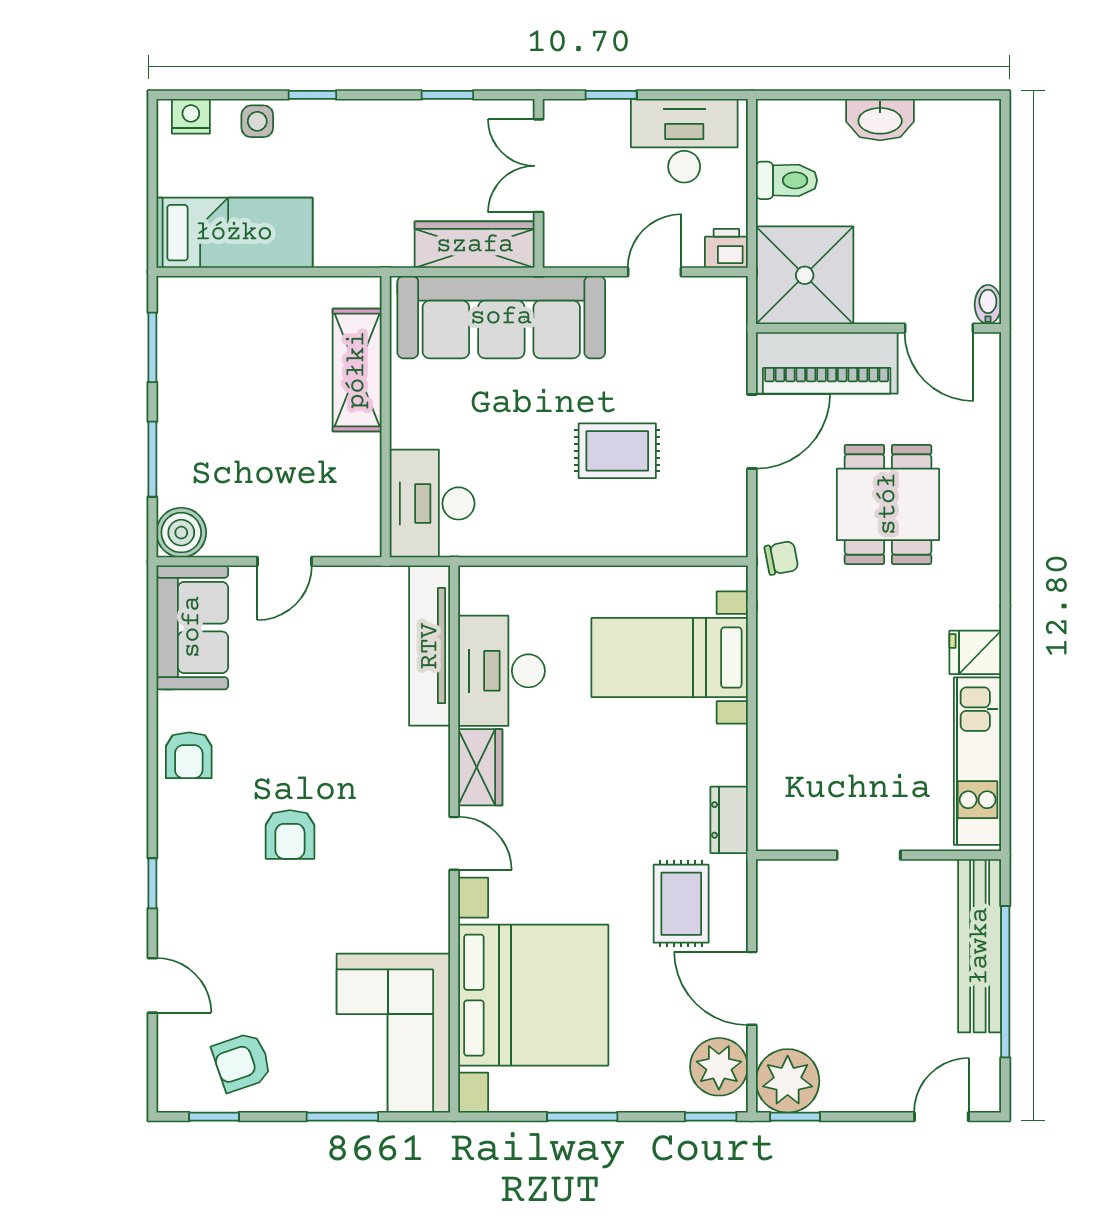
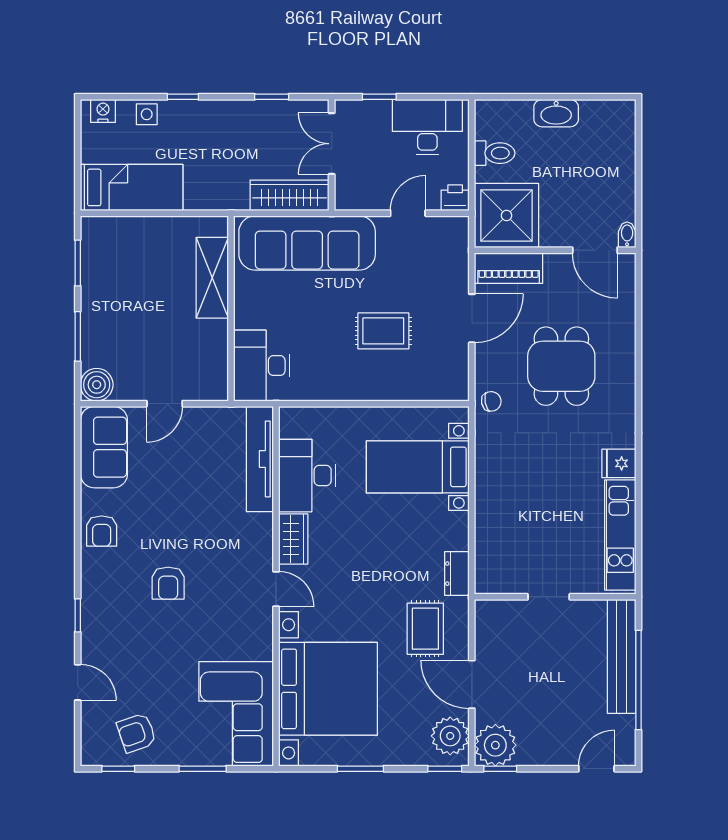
piano: (827, 363) -> (509, 268), width x0.73, depth x0.75

